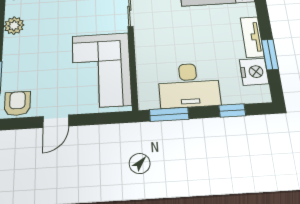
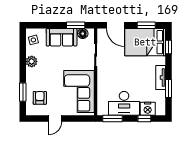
nightstand: (254, 72) -> (148, 109), moved, turned 90
armchair: (17, 104) -> (40, 98), moved

